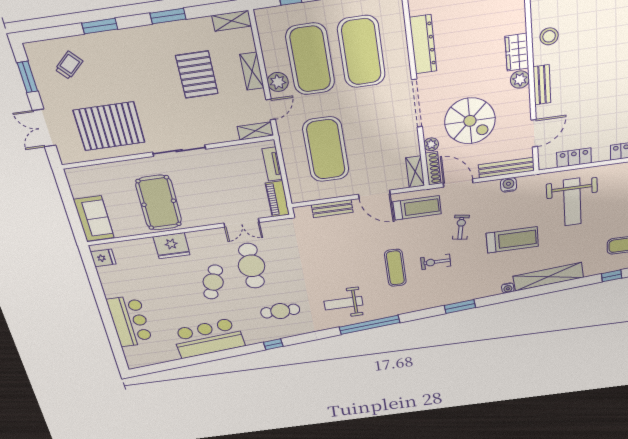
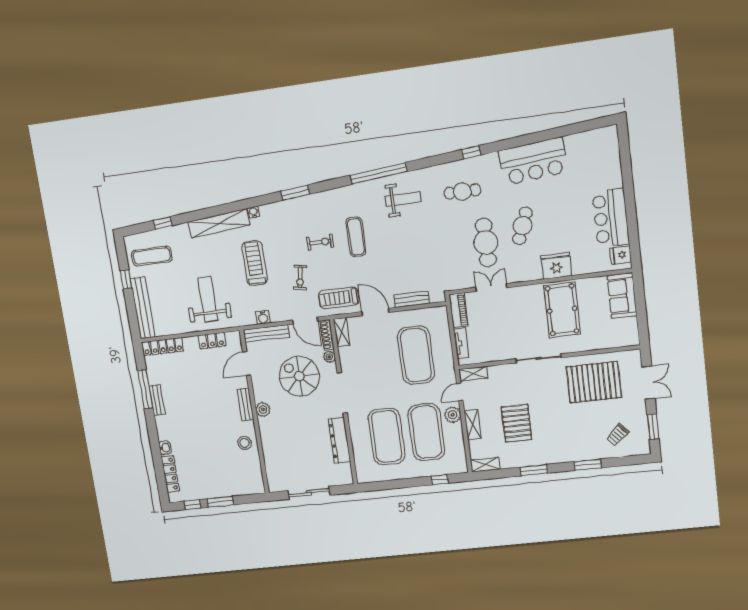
wardrobe: (517, 52) -> (267, 431), removed
treadmill: (512, 240) -> (254, 263), turned 90
bar counter: (130, 321) -> (611, 218), moved

